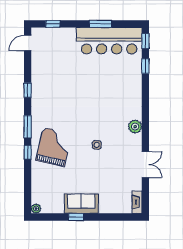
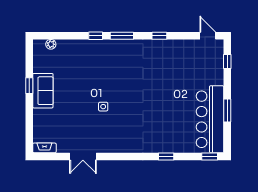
window: (145, 66) -> (166, 157), moved
plant: (135, 127) -> (122, 146), removed
grand piano: (54, 147) -> (101, 62), removed
plant: (36, 209) -> (51, 44), moved

